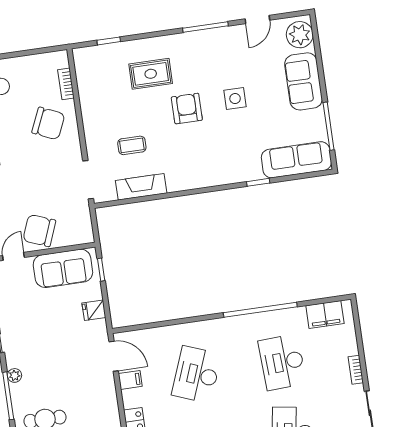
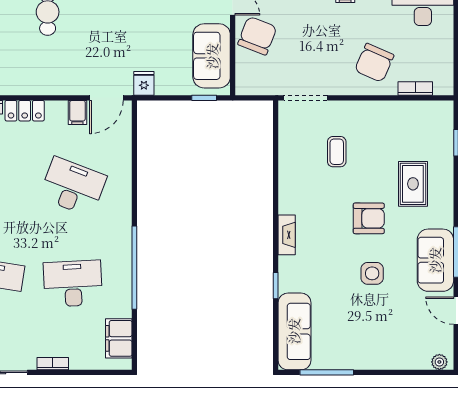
plant: (300, 35) -> (439, 362), width x0.53, depth x0.53
sofa: (303, 81) -> (435, 260), moved, turned -90
fireplace: (141, 187) -> (287, 235), moved, width x0.73, depth x0.76
fridge: (94, 310) -> (144, 83), moved

